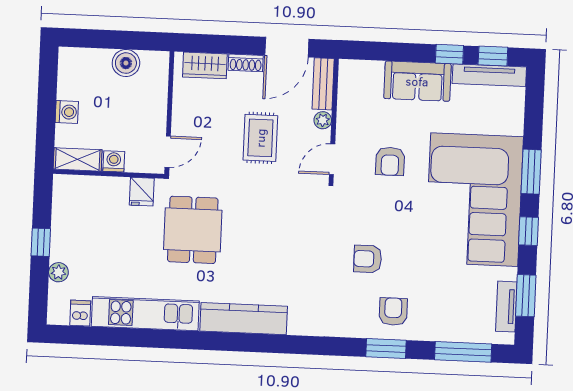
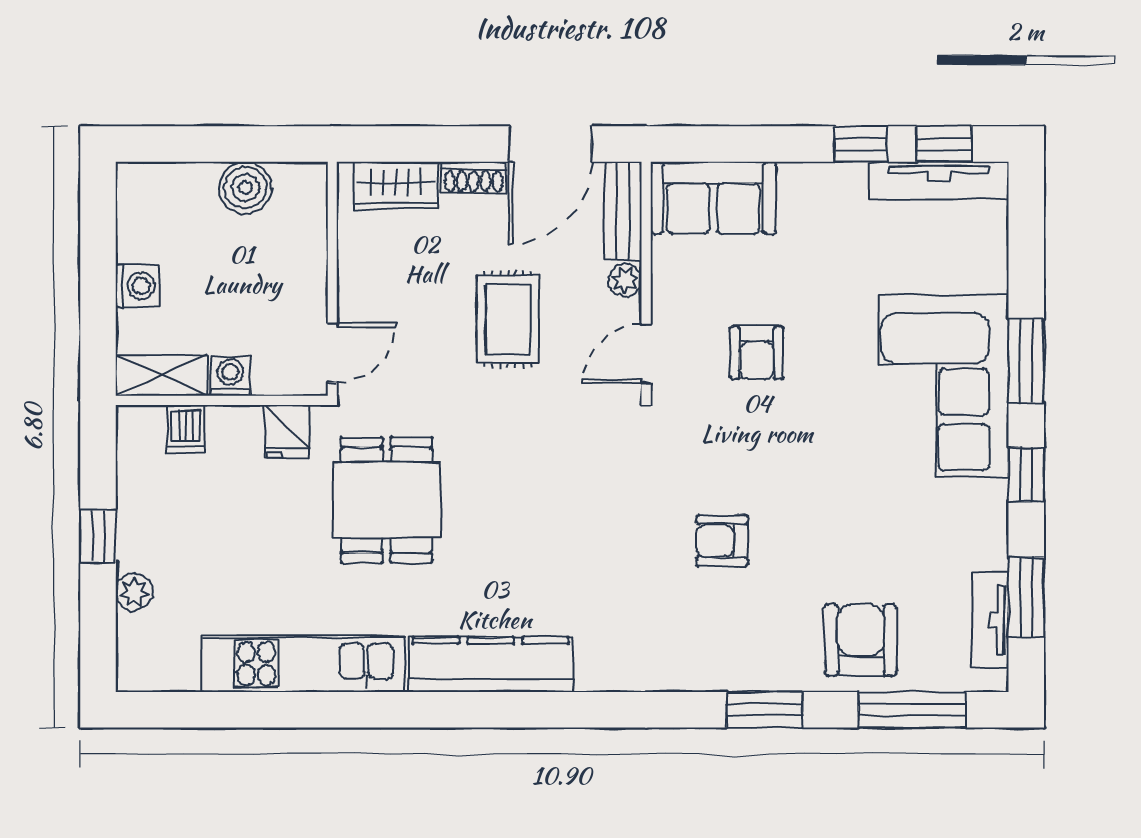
sofa: (417, 81) -> (713, 198), moved
corner sofa: (474, 200) -> (944, 386), width x0.73, depth x0.74
armchair: (393, 312) -> (861, 640), moved, width x1.38, depth x1.38
dishwasher: (80, 313) -> (186, 429), moved, turned 180

